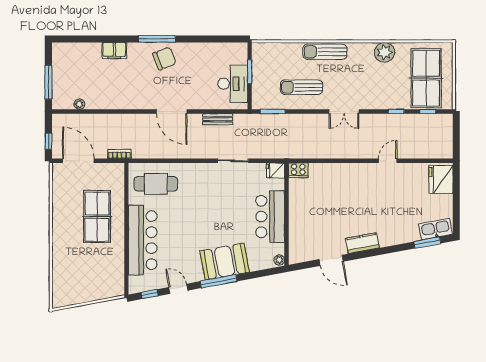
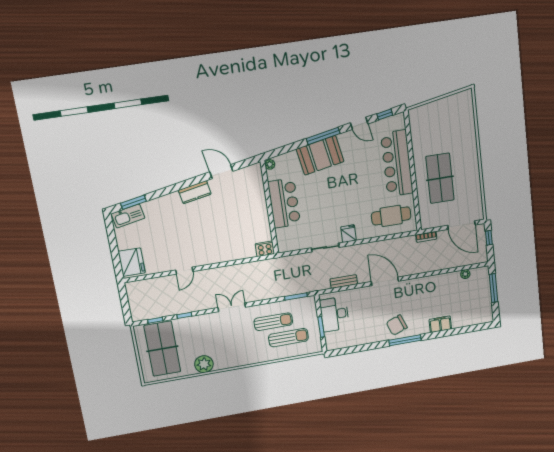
sun lounger: (325, 52) -> (288, 338), moved
fridge: (275, 170) -> (349, 234), moved, turned -90

